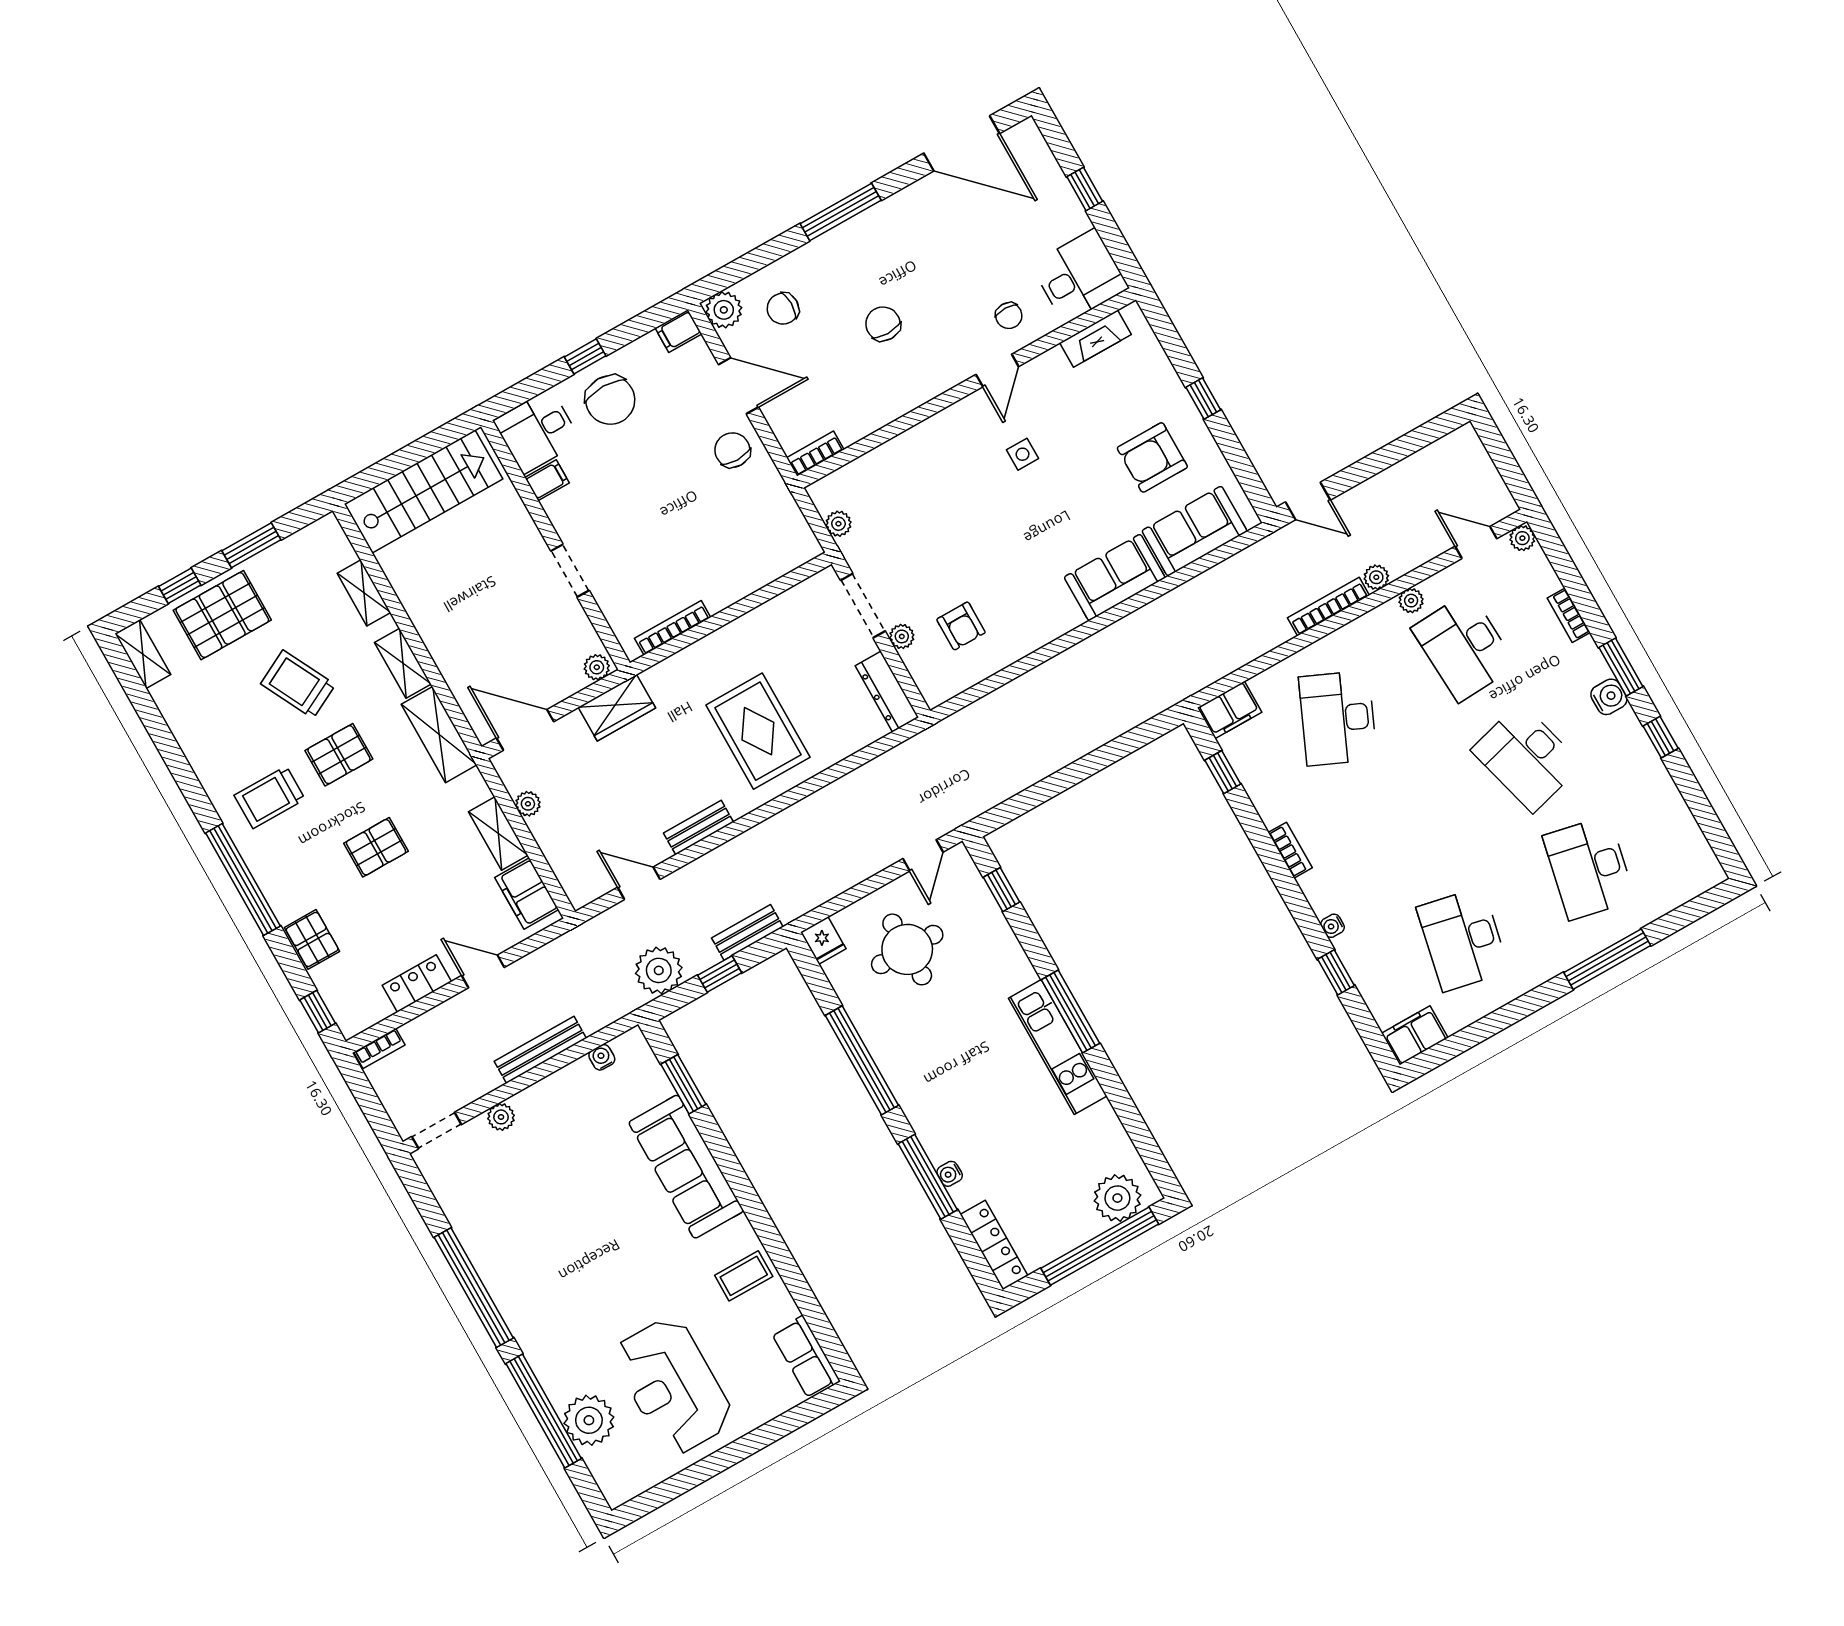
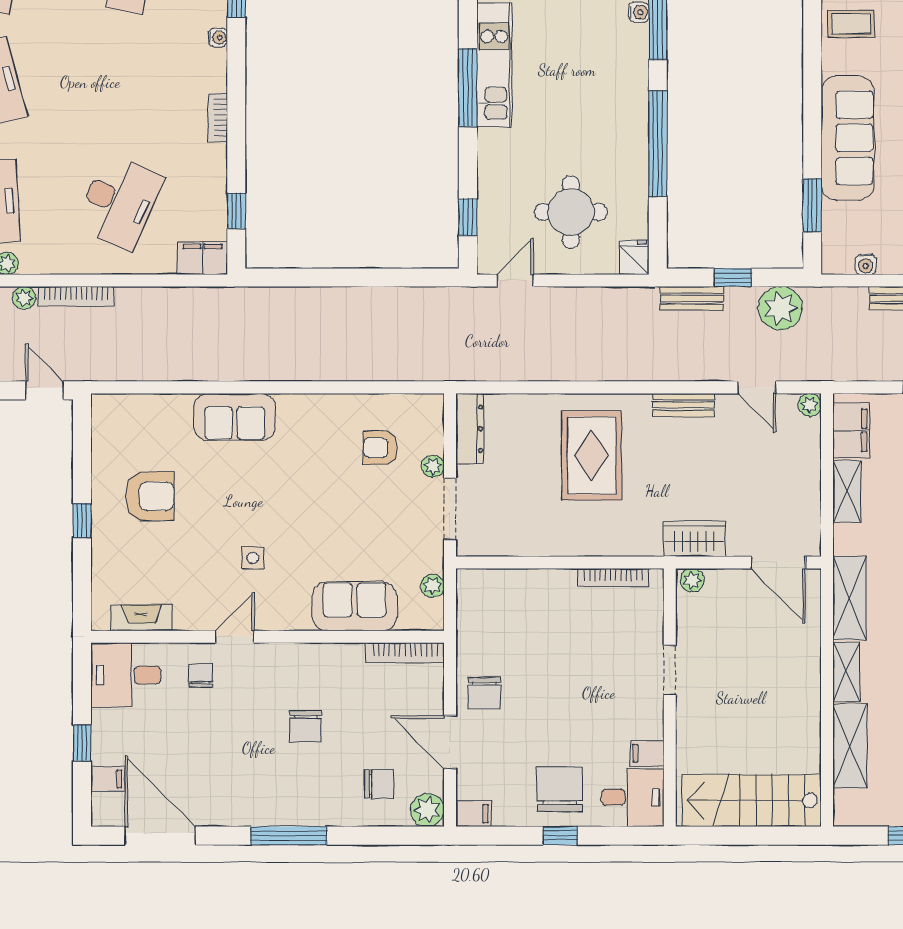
filing cabinet: (1041, 169) -> (108, 779), added
bookcase: (815, 454) -> (405, 653), width x1.56
sofa: (1195, 531) -> (355, 606), moved, turned 180
shelving: (364, 593) -> (850, 746), width x1.50, depth x1.33
armchair: (961, 626) -> (380, 448), turned -90
plant: (528, 804) -> (810, 405), moved

